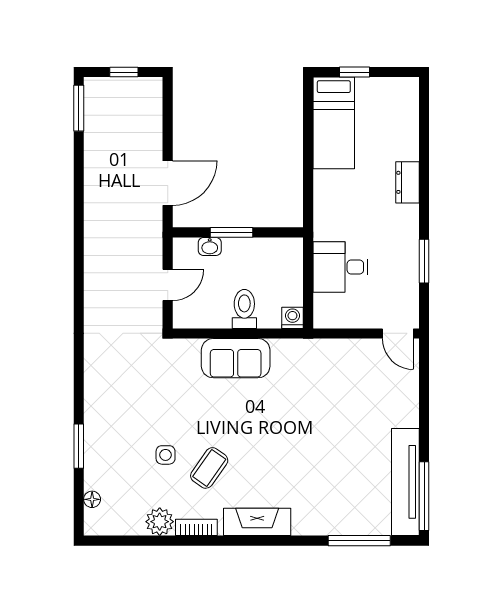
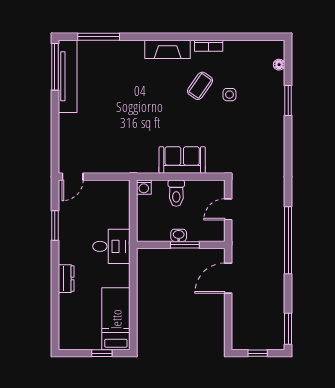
window: (79, 239) -> (288, 240), added
washbasin: (210, 246) -> (179, 235), moved
desk: (340, 267) -> (111, 246), moved
door: (398, 333) -> (73, 177), swing flipped
plant: (160, 522) -> (234, 50), removed

